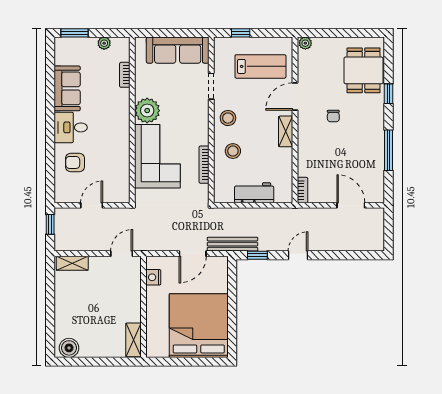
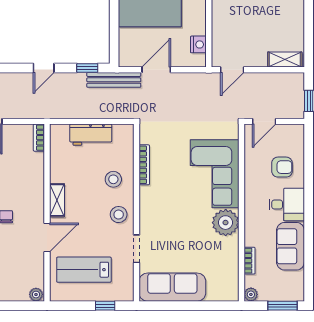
bookcase: (125, 75) -> (249, 261), moved
plant: (147, 111) -> (226, 223), moved
wall: (132, 120) -> (241, 213), moved
corner sofa: (157, 156) -> (215, 174), moved

